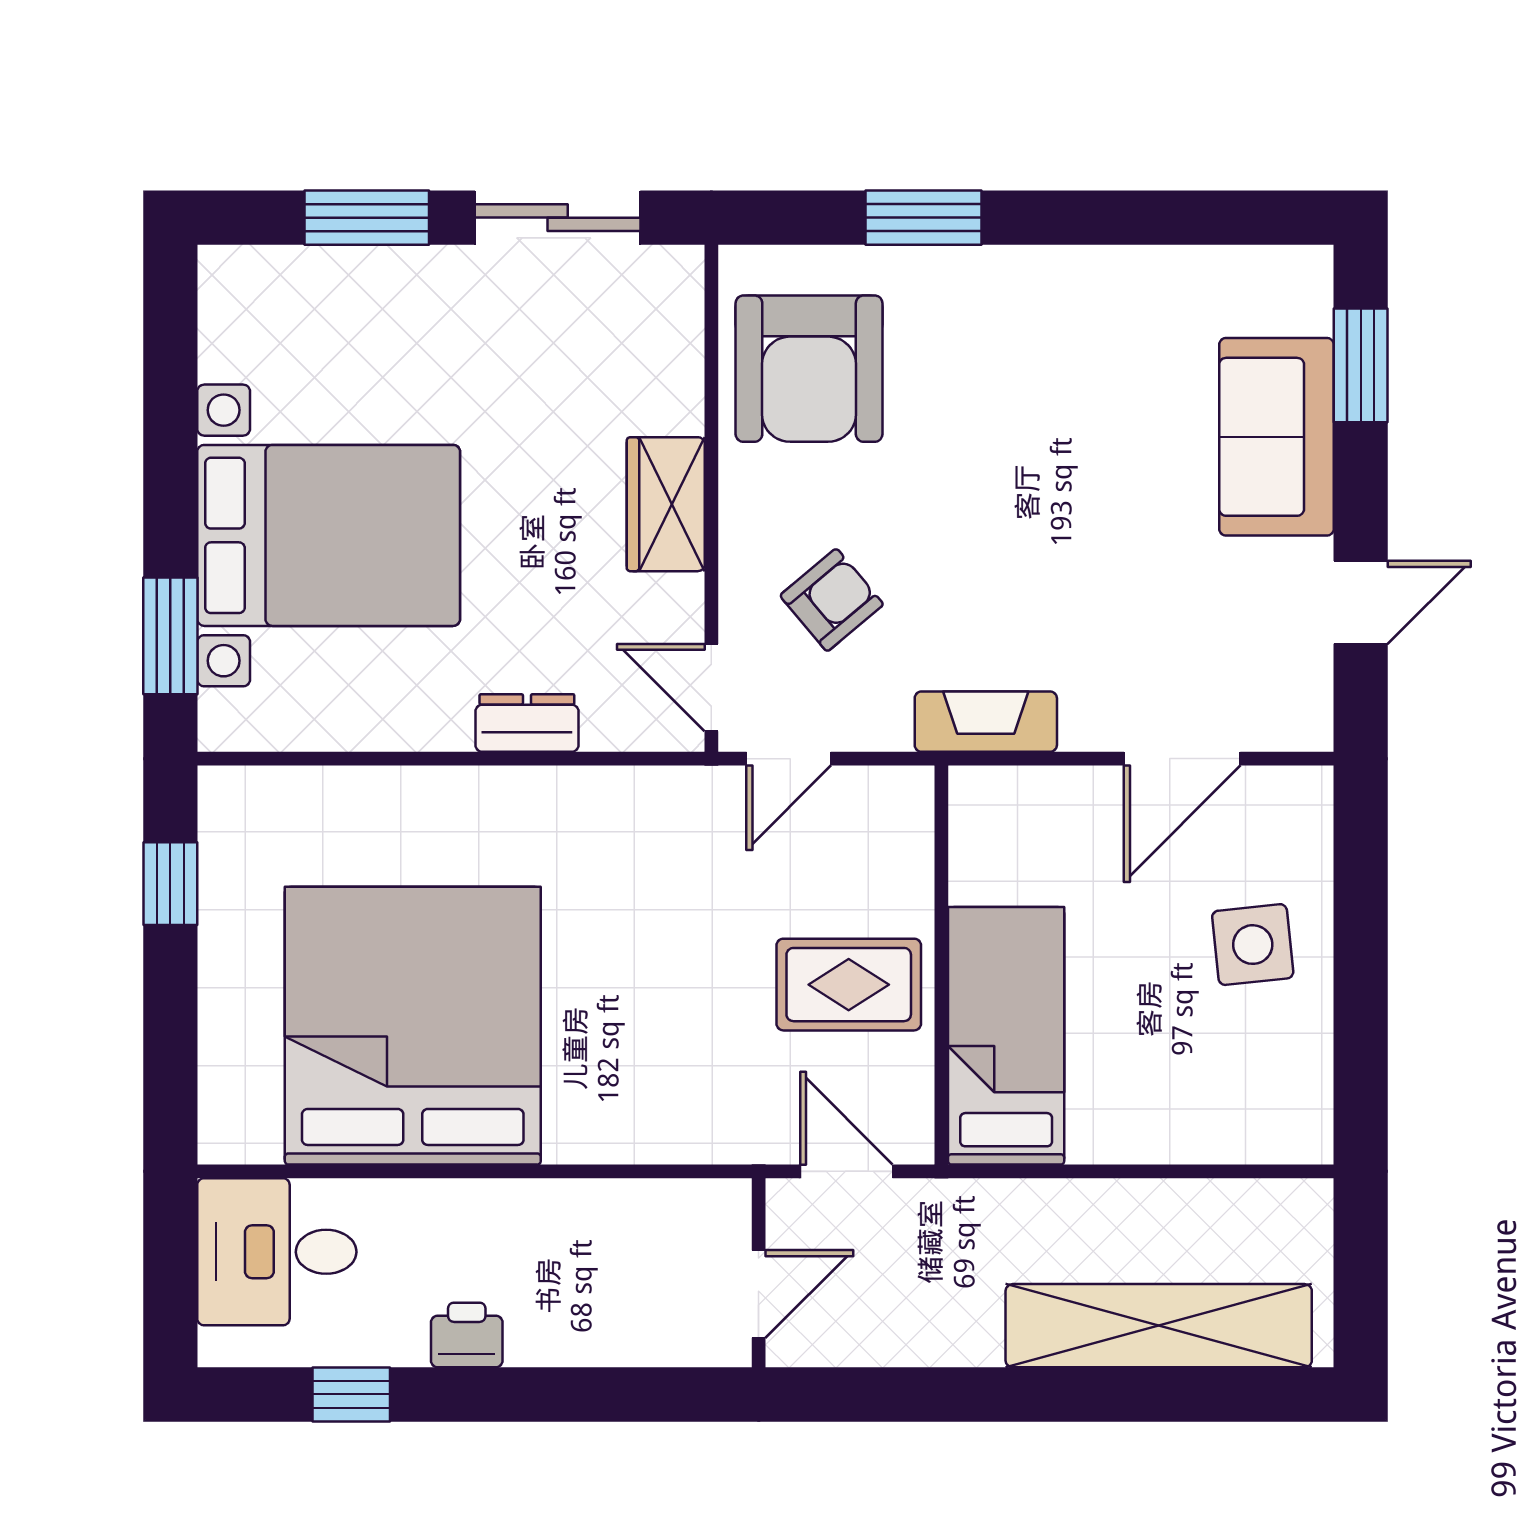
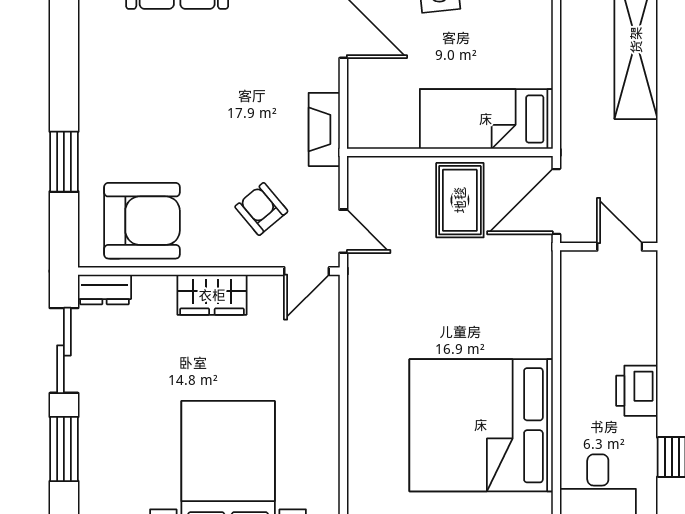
dresser: (527, 723) -> (105, 290), moved, turned -90
door: (846, 1171) -> (556, 201), width x1.38
printer: (467, 1335) -> (637, 391), width x1.36, depth x1.24

